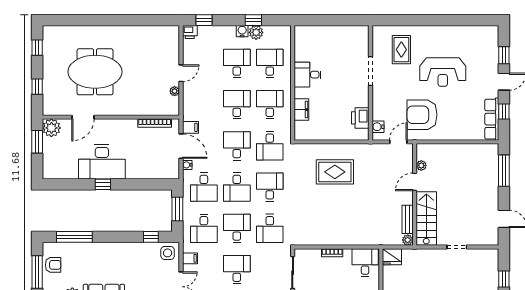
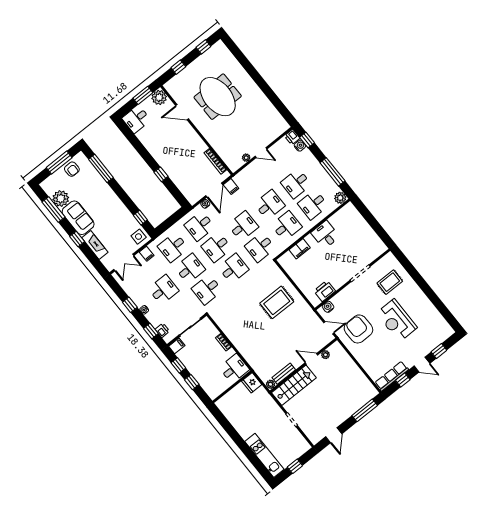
window: (253, 20) -> (332, 172), width x2.17
water cooler: (242, 31) -> (300, 146), moved
plant: (256, 32) -> (340, 198), moved
desk: (237, 63) -> (296, 183), turned 180
desk: (270, 63) -> (313, 205), turned 180
desk: (102, 162) -> (136, 119), moved, width x0.53, depth x0.77
rug: (335, 172) -> (277, 302), turned 90
window: (103, 184) -> (161, 174), moved
window: (177, 209) -> (172, 220), removed

